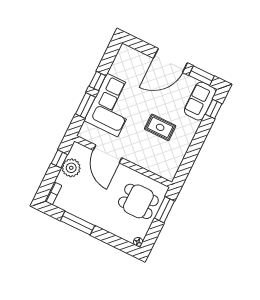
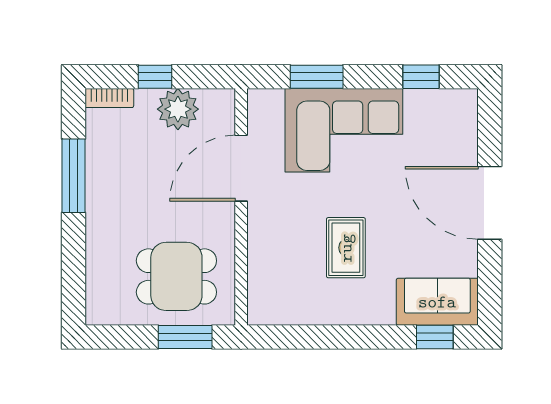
window: (202, 76) -> (490, 280), removed
window: (97, 81) -> (421, 77), moved
window: (59, 159) -> (155, 77), moved
dining table: (138, 201) -> (176, 276), turned 90
floor lamp: (138, 242) -> (95, 315), removed

